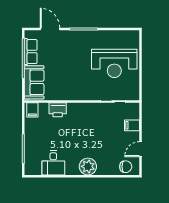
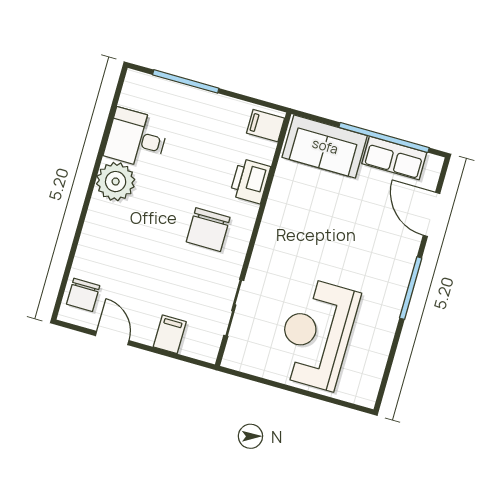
door: (50, 29) -> (432, 214), swing flipped
chair: (83, 122) -> (208, 230), added
plant: (88, 166) -> (116, 182), moved

